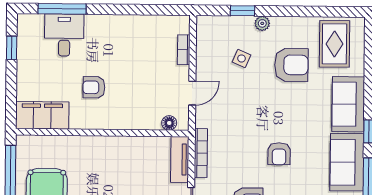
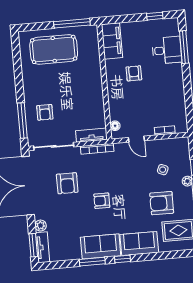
armchair: (291, 65) -> (162, 203), turned 90

